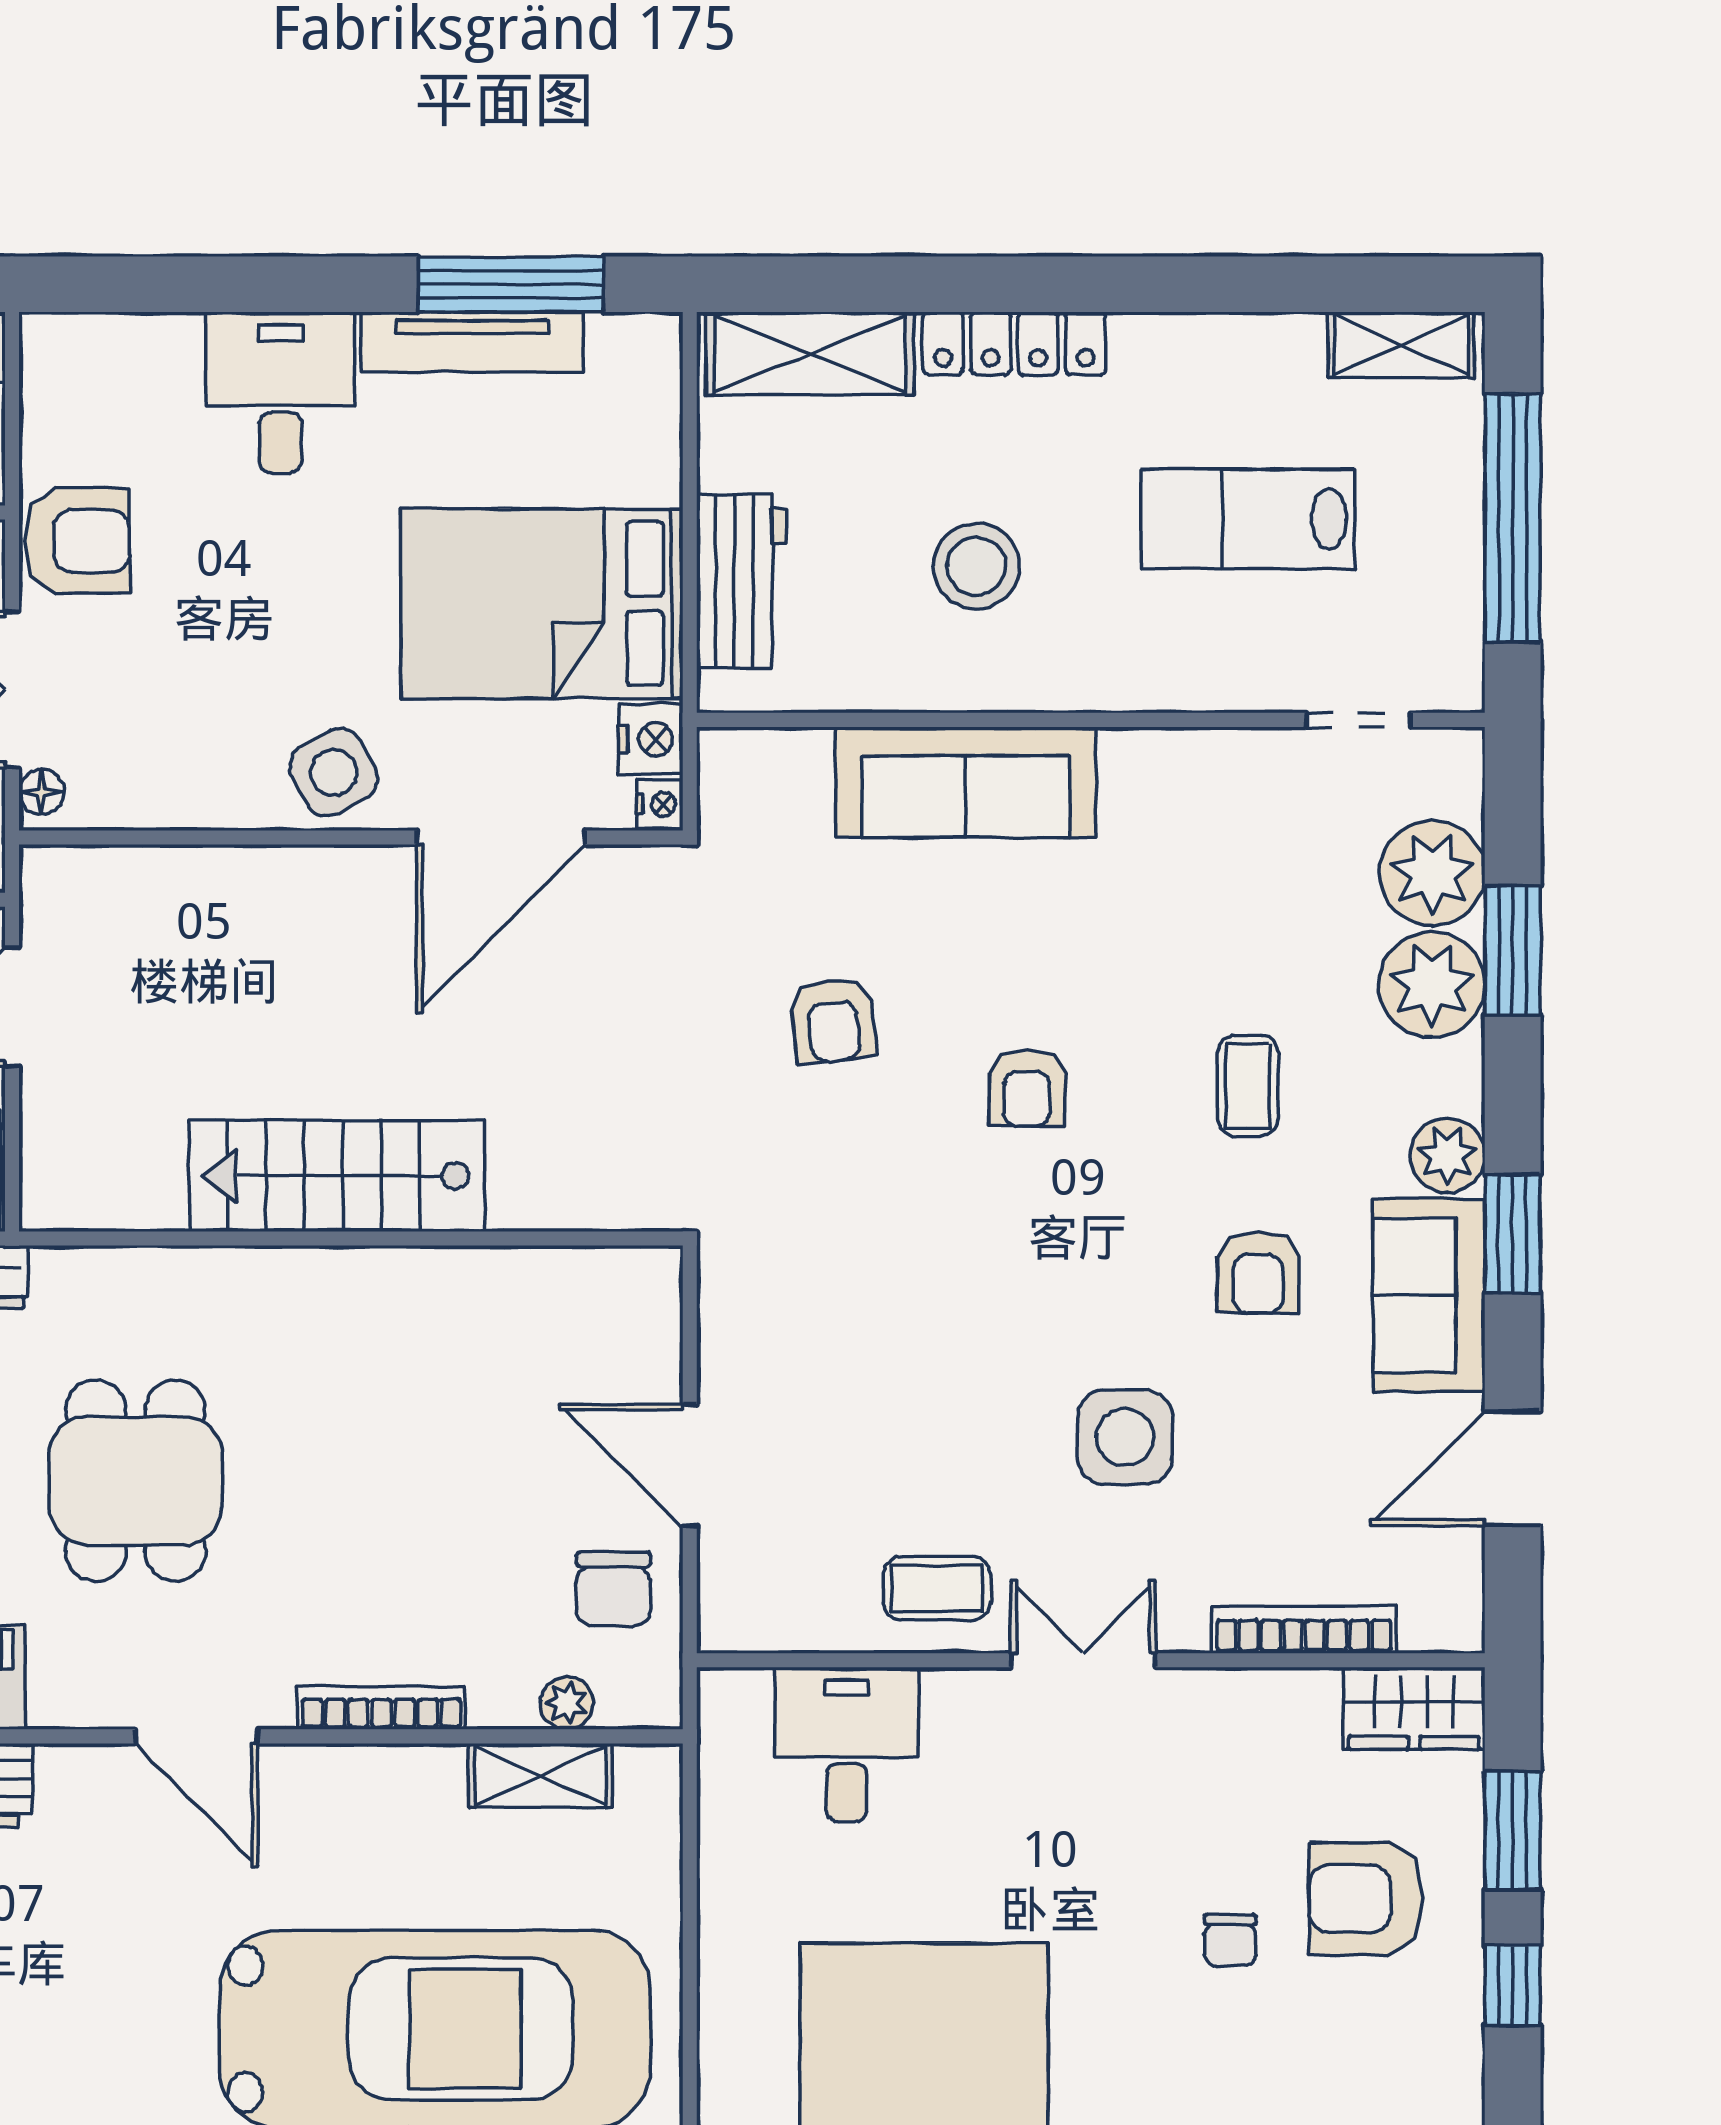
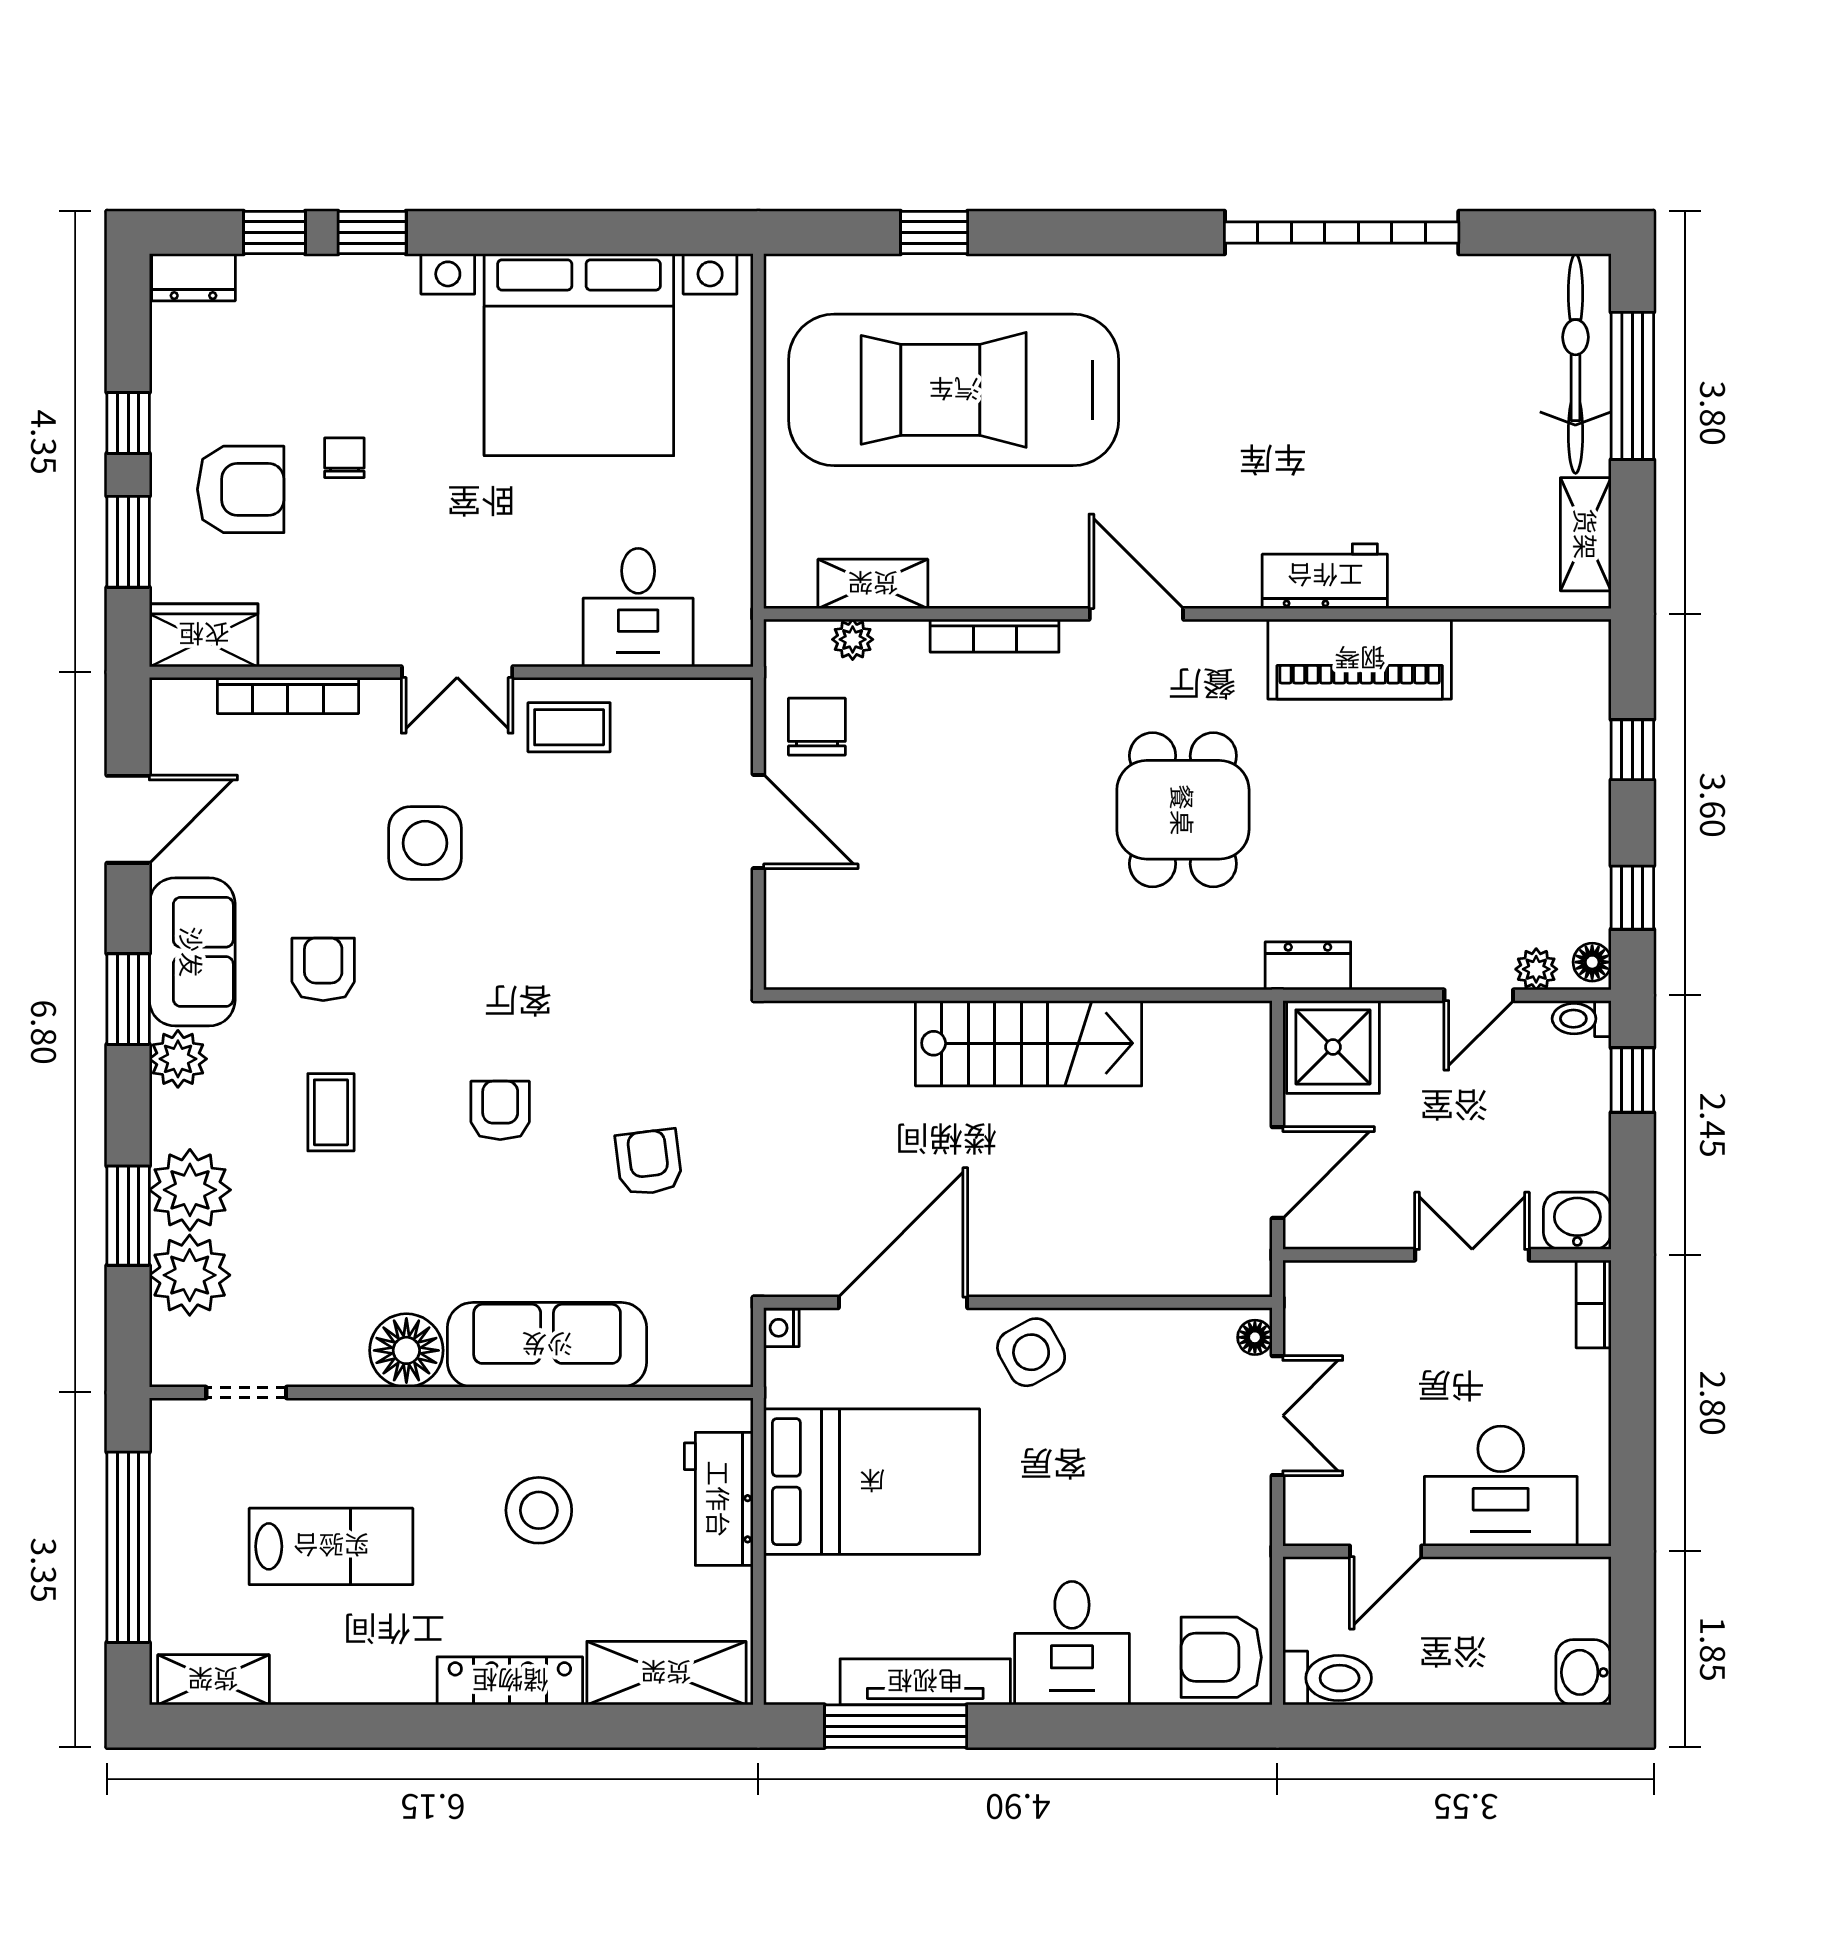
armchair: (77, 541) -> (1221, 1657), moved
nightstand: (651, 739) -> (788, 1378), removed
floor lamp: (1149, 775) -> (406, 1350), added

